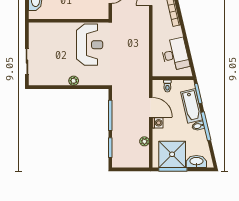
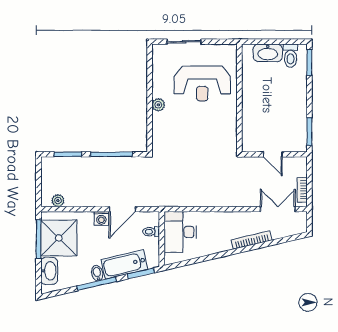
reception desk: (90, 45) -> (202, 83), moved
desk: (175, 54) -> (180, 232), moved, turned 103
plant: (144, 141) -> (58, 201), moved

